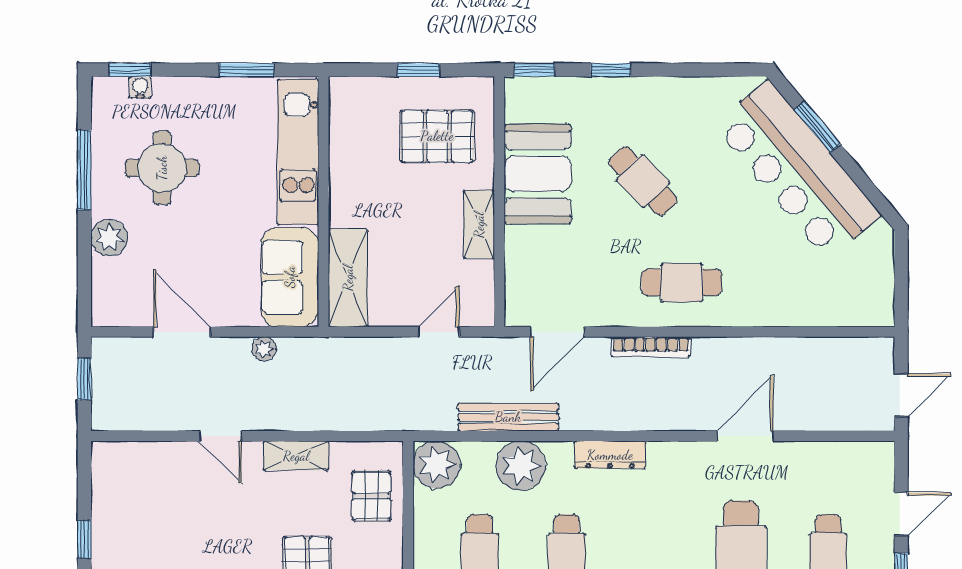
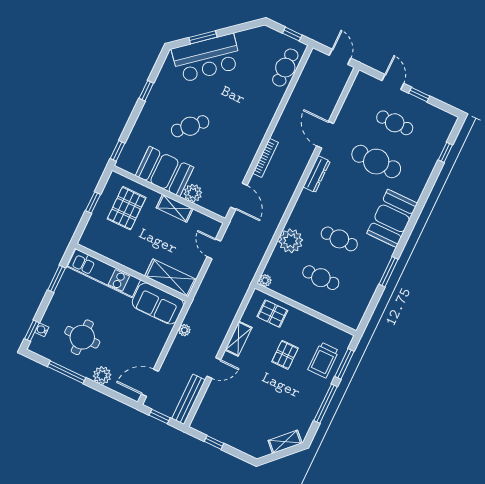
window: (611, 70) -> (146, 91), moved
bar counter: (797, 170) -> (207, 58), width x0.73
plant: (523, 245) -> (193, 193), added
cafe table: (682, 282) -> (285, 68), moved
window: (901, 288) -> (292, 34), added
door: (182, 332) -> (150, 383), moved
bench: (508, 417) -> (189, 399), moved
dresser: (610, 455) -> (317, 174), moved
plant: (437, 465) -> (265, 281), width x0.53, depth x0.53
window: (84, 539) -> (214, 442), moved

